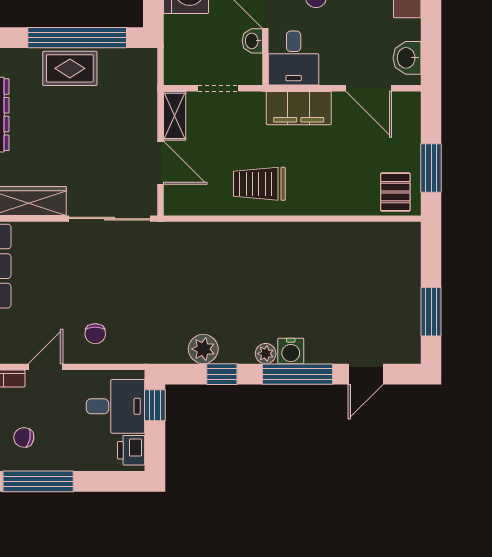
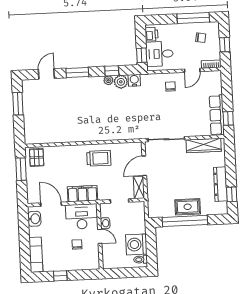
desk: (294, 58) -> (82, 216), width x1.37
door: (161, 163) -> (144, 166), hinge flipped
water cooler: (291, 351) -> (134, 80), moved
plant: (266, 354) -> (108, 80), moved
window: (298, 374) -> (77, 72), width x0.69

